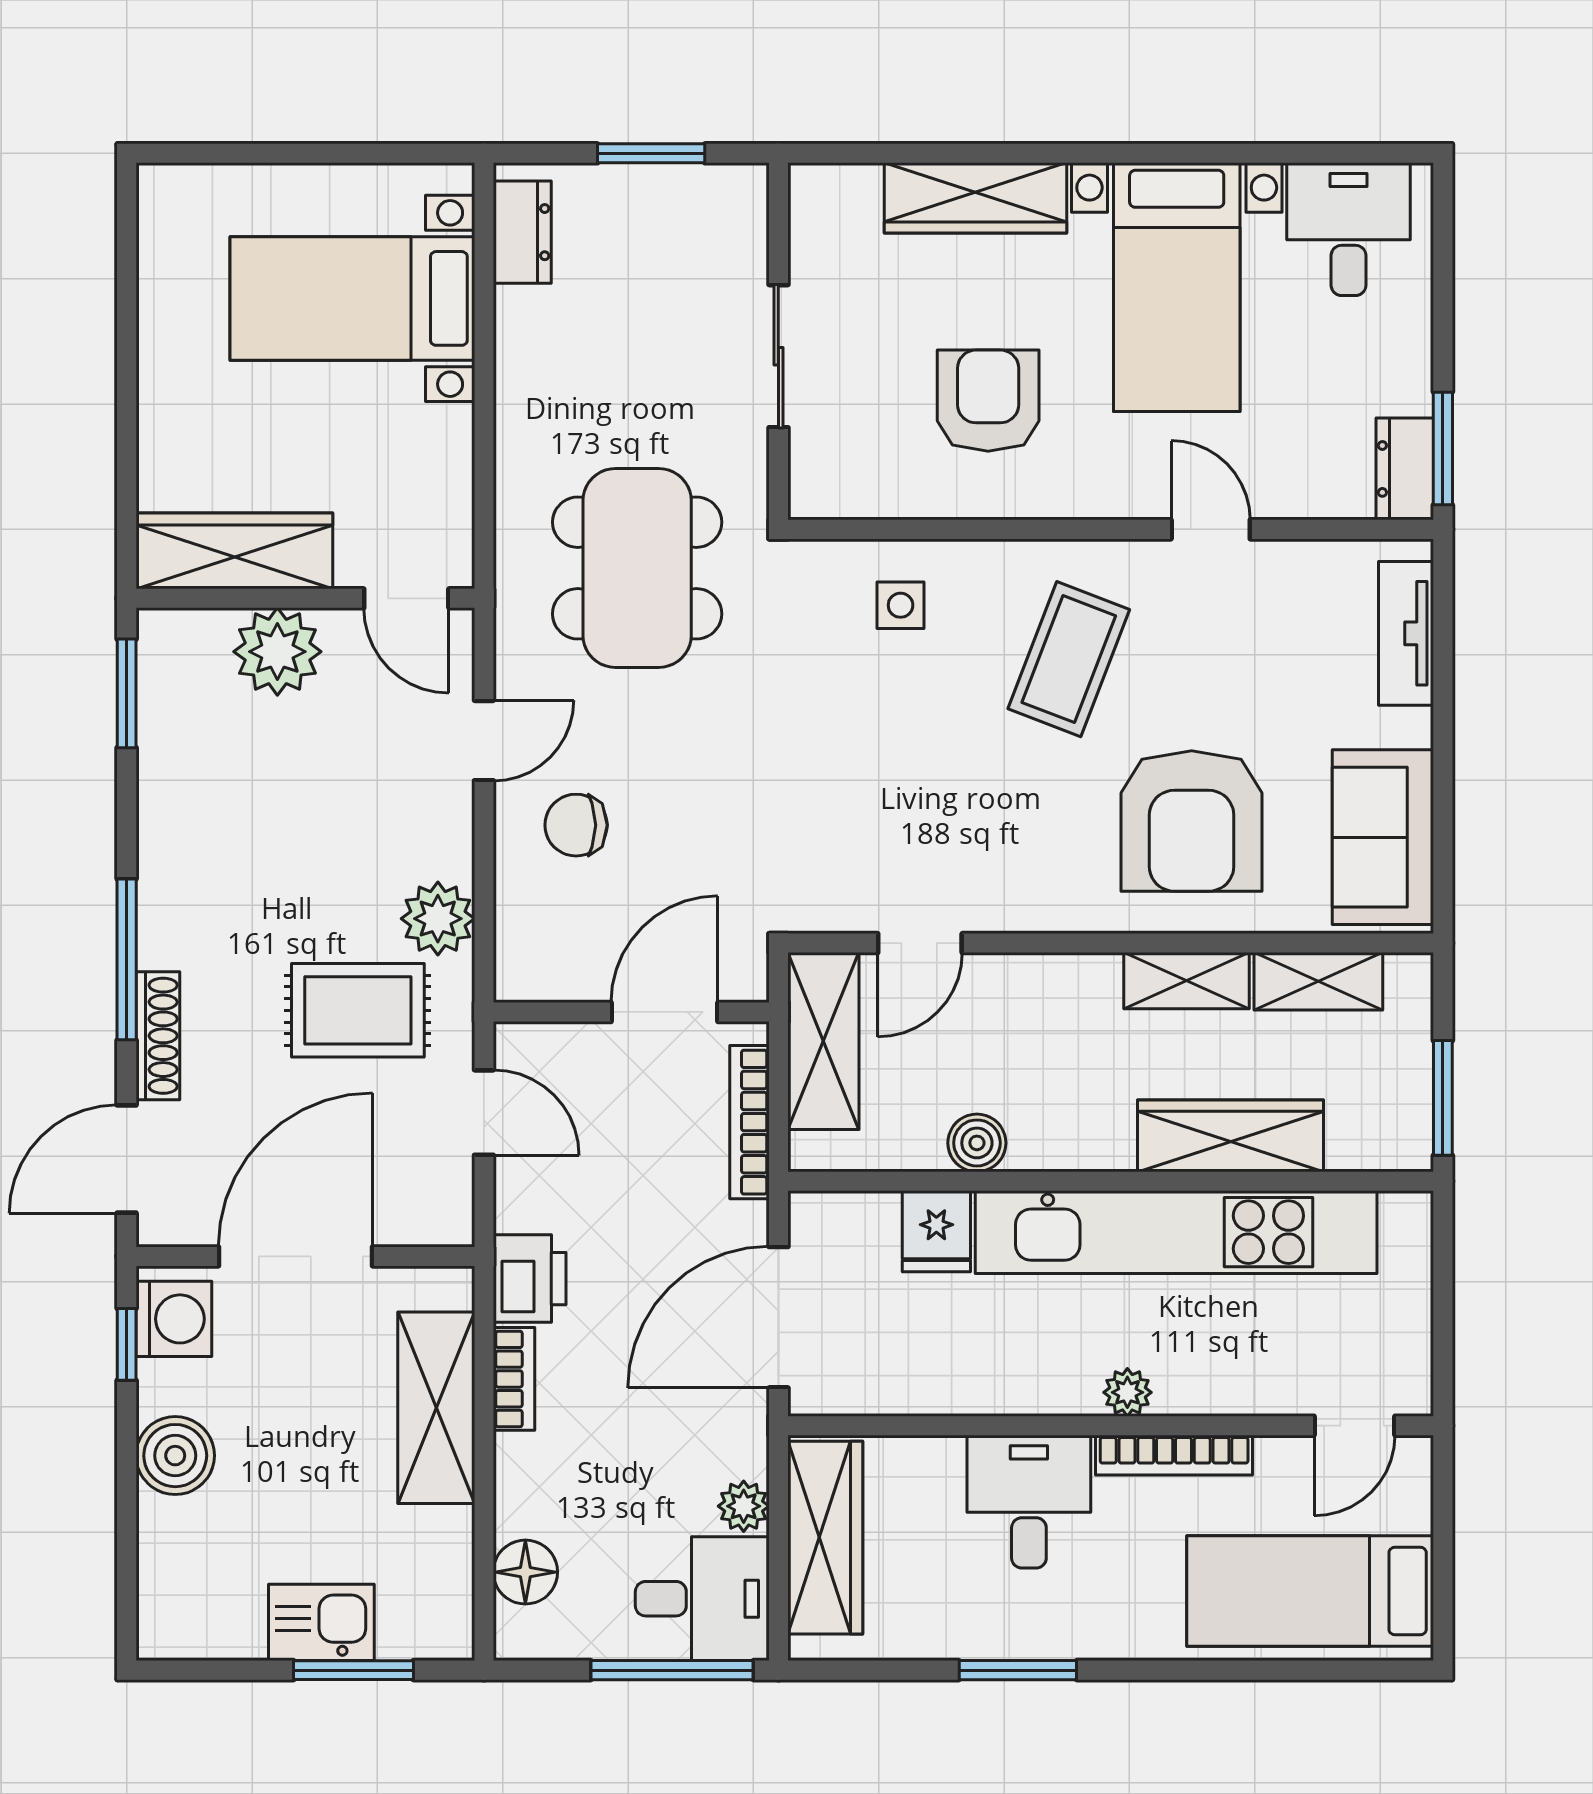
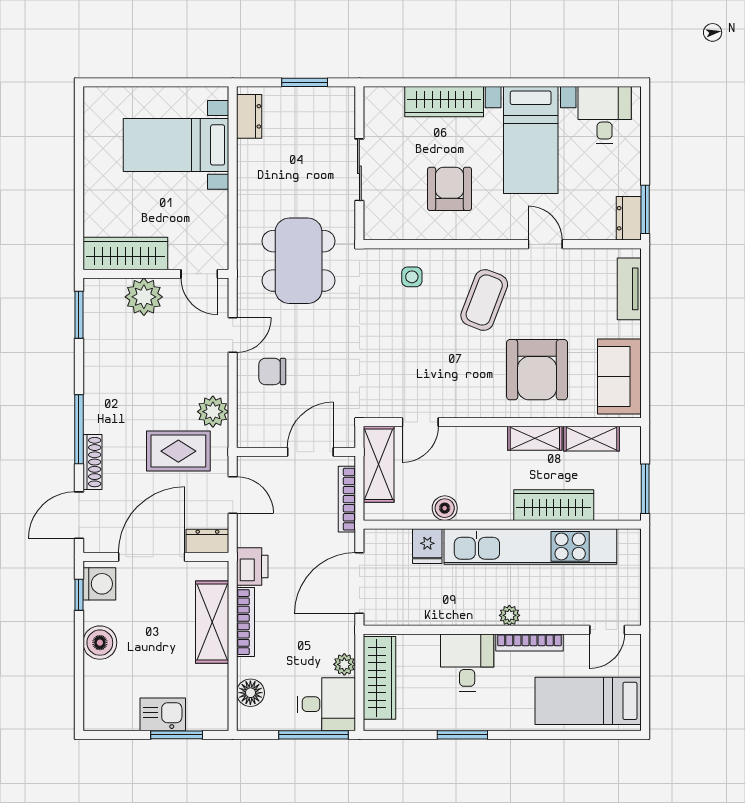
dresser: (425, 1219) -> (207, 541), added
bookcase: (514, 1379) -> (246, 622), width x1.56

